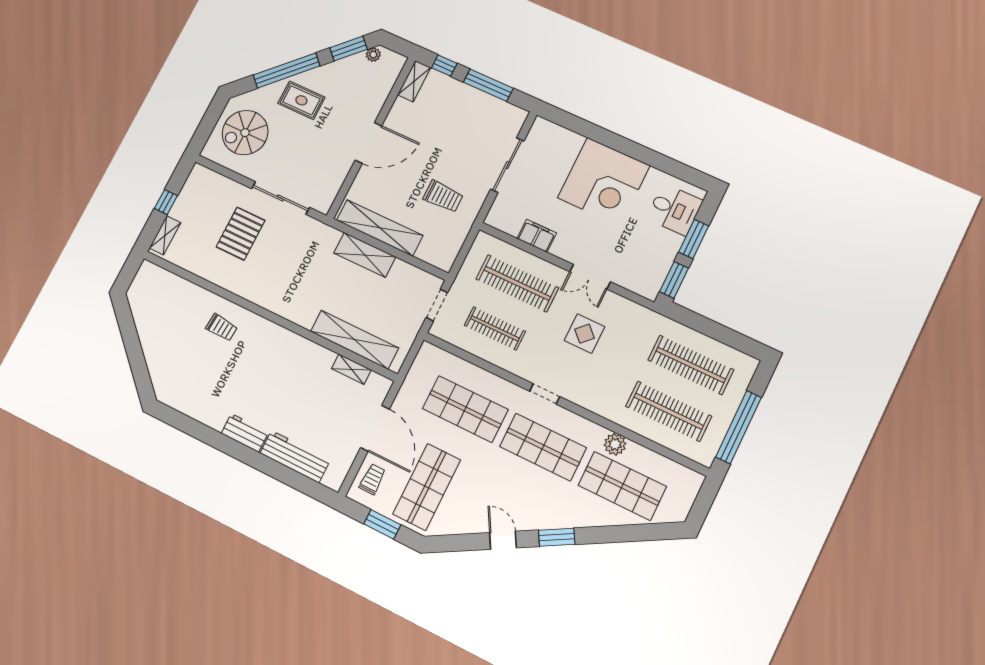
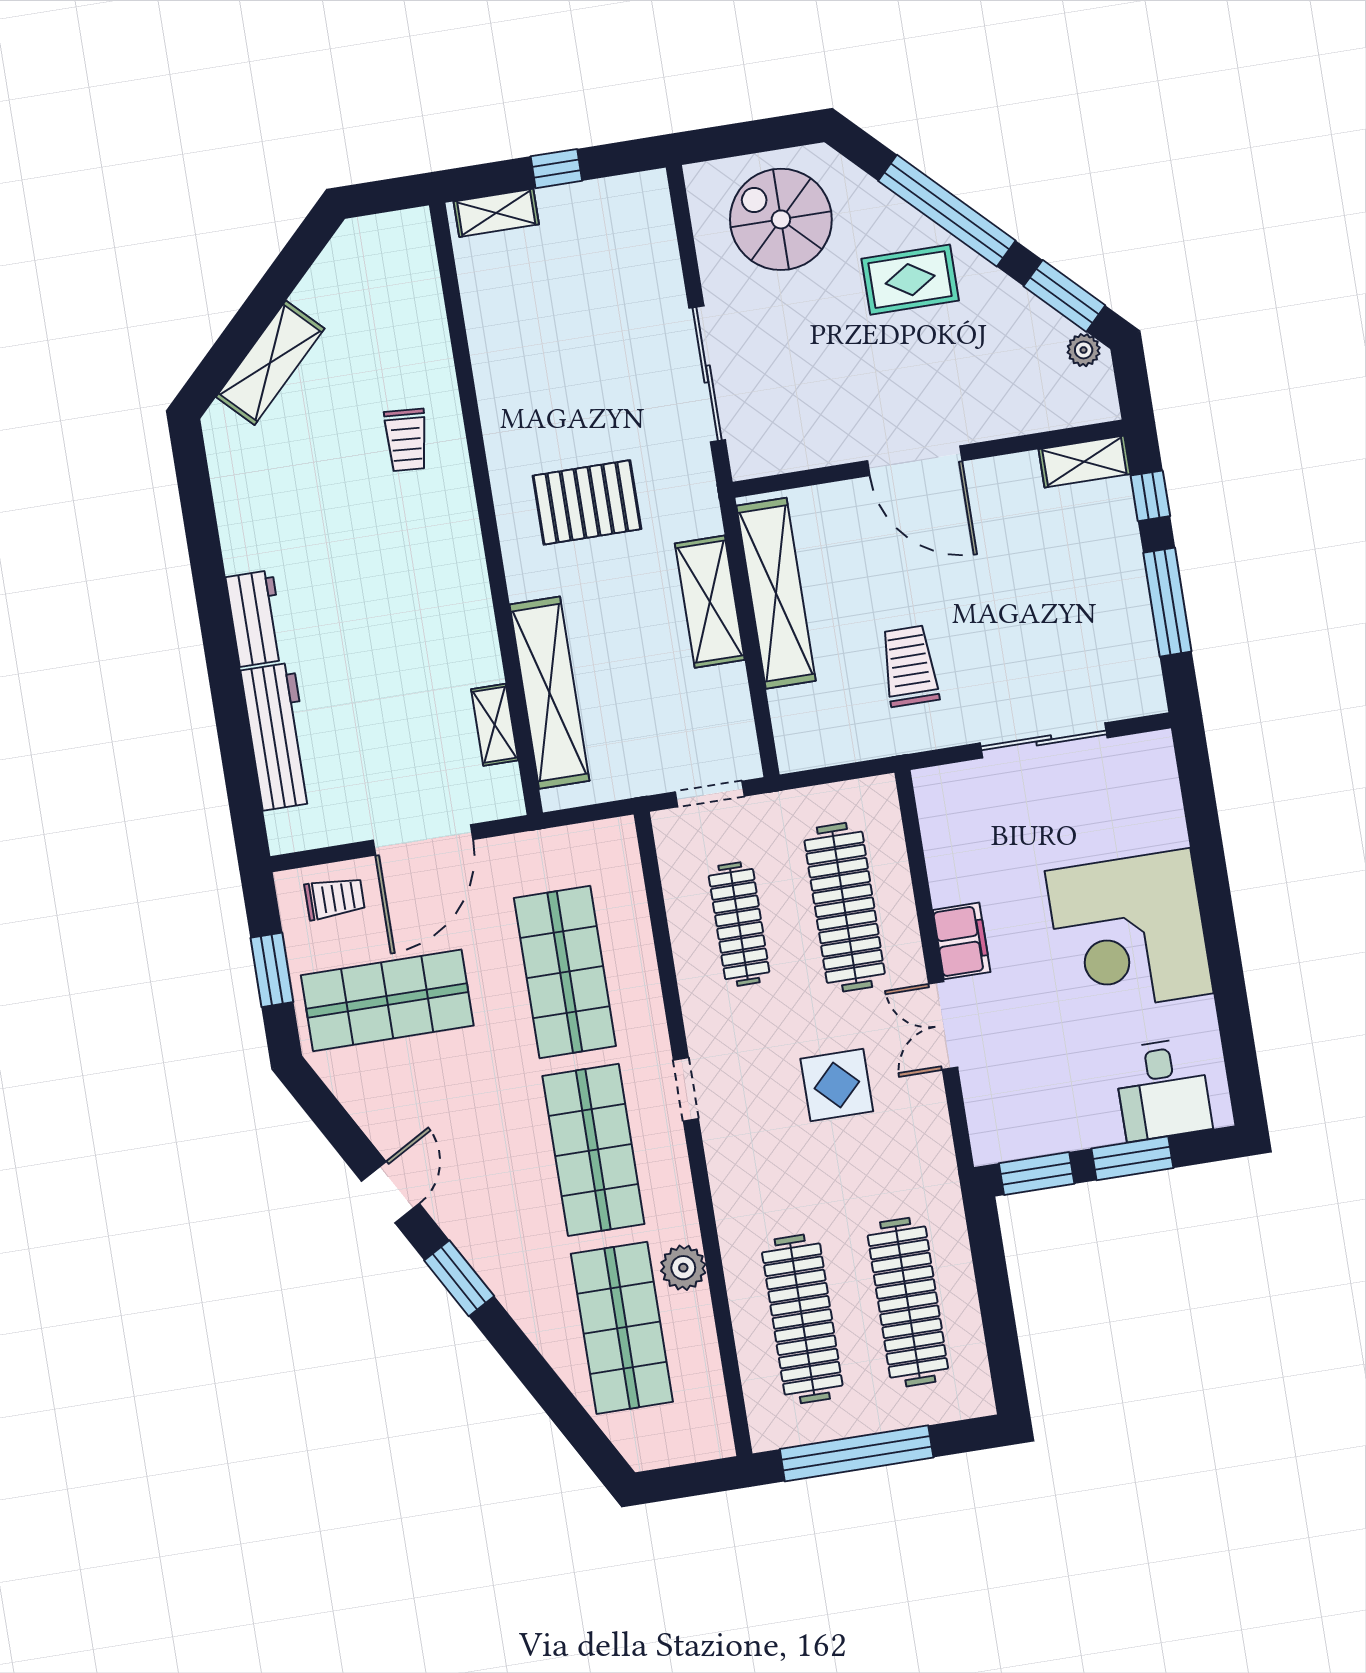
rug: (301, 100) -> (910, 280), turned 90
trolley: (443, 196) -> (910, 666), turned 180
pallet: (241, 234) -> (587, 502), moved
filing cabinet: (537, 236) -> (962, 941), moved
shelving: (156, 359) -> (270, 363), added

